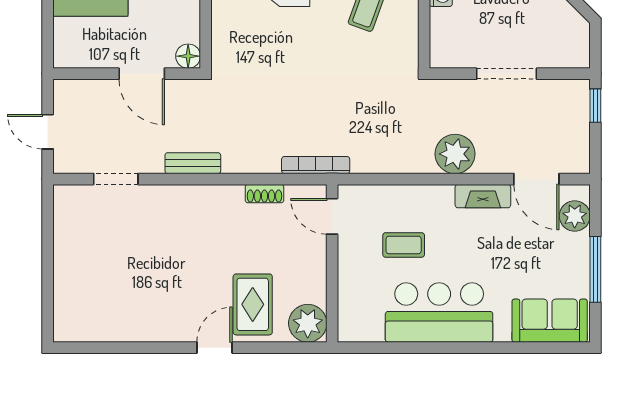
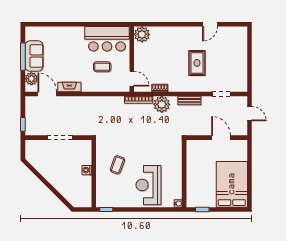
floor lamp: (188, 56) -> (191, 145), removed
door: (142, 74) -> (221, 138), moved
plant: (455, 154) -> (162, 104), moved
rug: (253, 304) -> (197, 63), moved
bar counter: (439, 312) -> (107, 39), moved
sofa: (550, 321) -> (34, 56), moved, turned -90
door: (215, 348) -> (210, 24), moved

